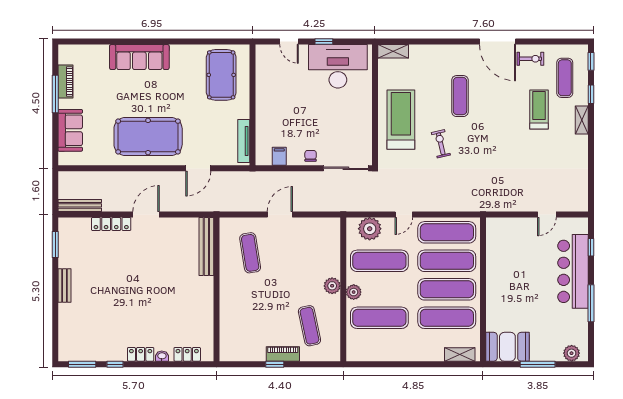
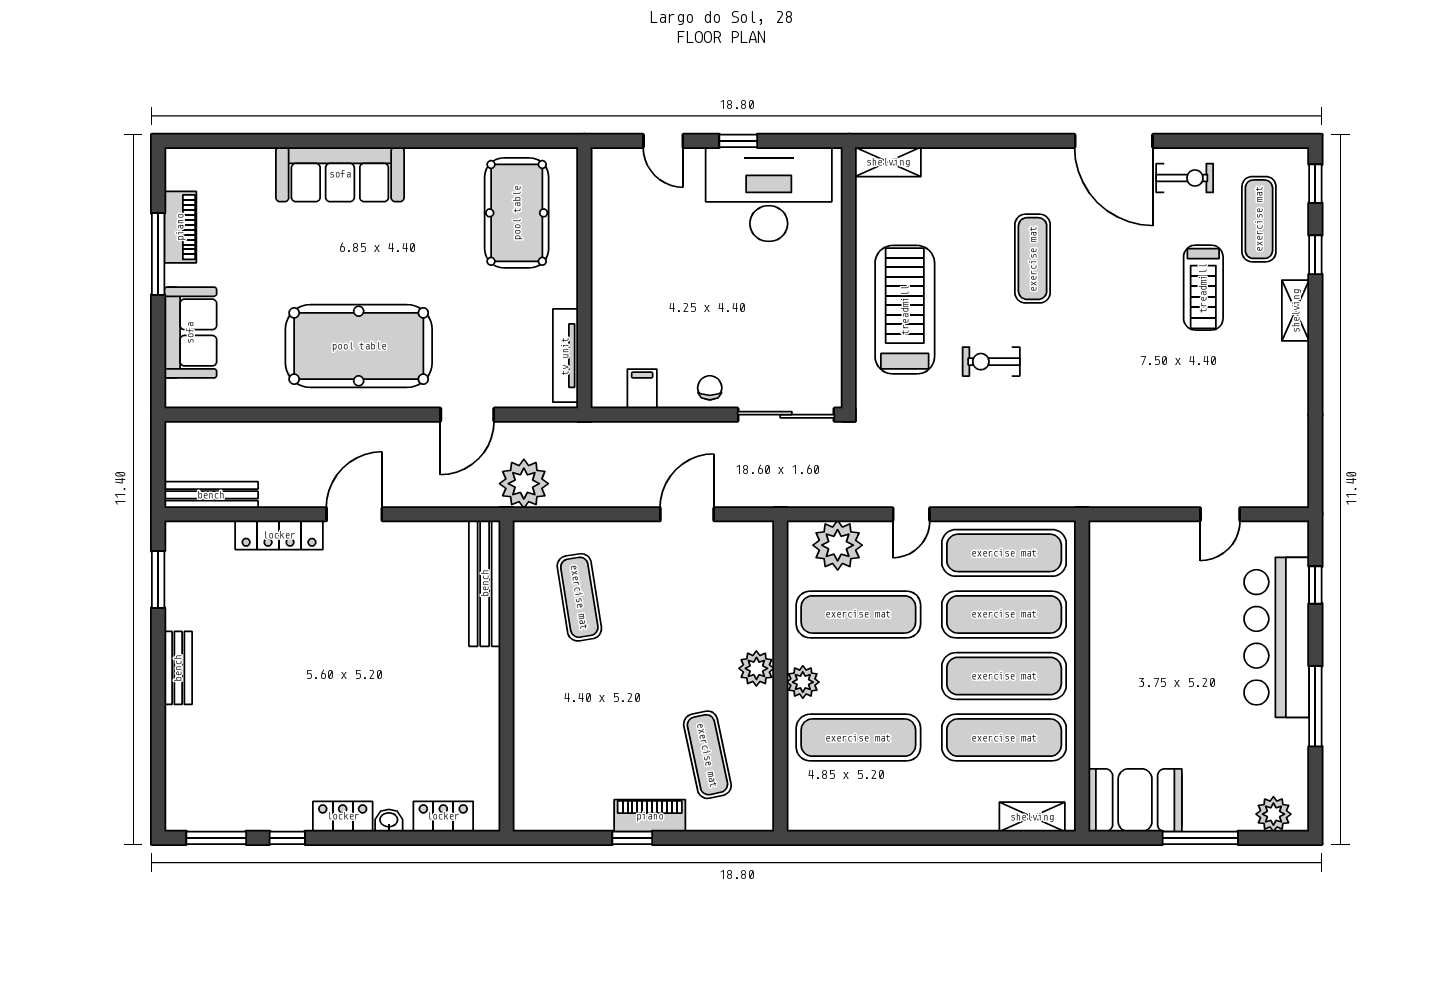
treadmill: (539, 109) -> (1203, 288), turned 180
exercise bike: (441, 144) -> (991, 362), turned -77
plant: (224, 200) -> (524, 484), added
door: (280, 214) -> (687, 514), moved

